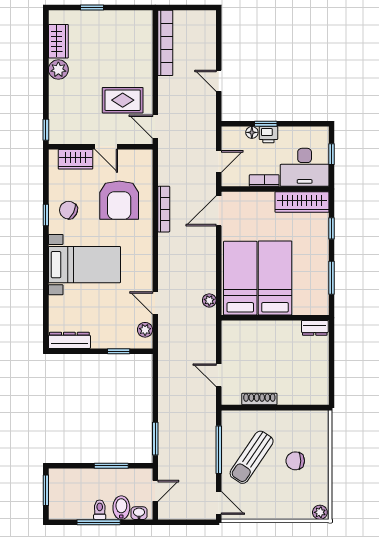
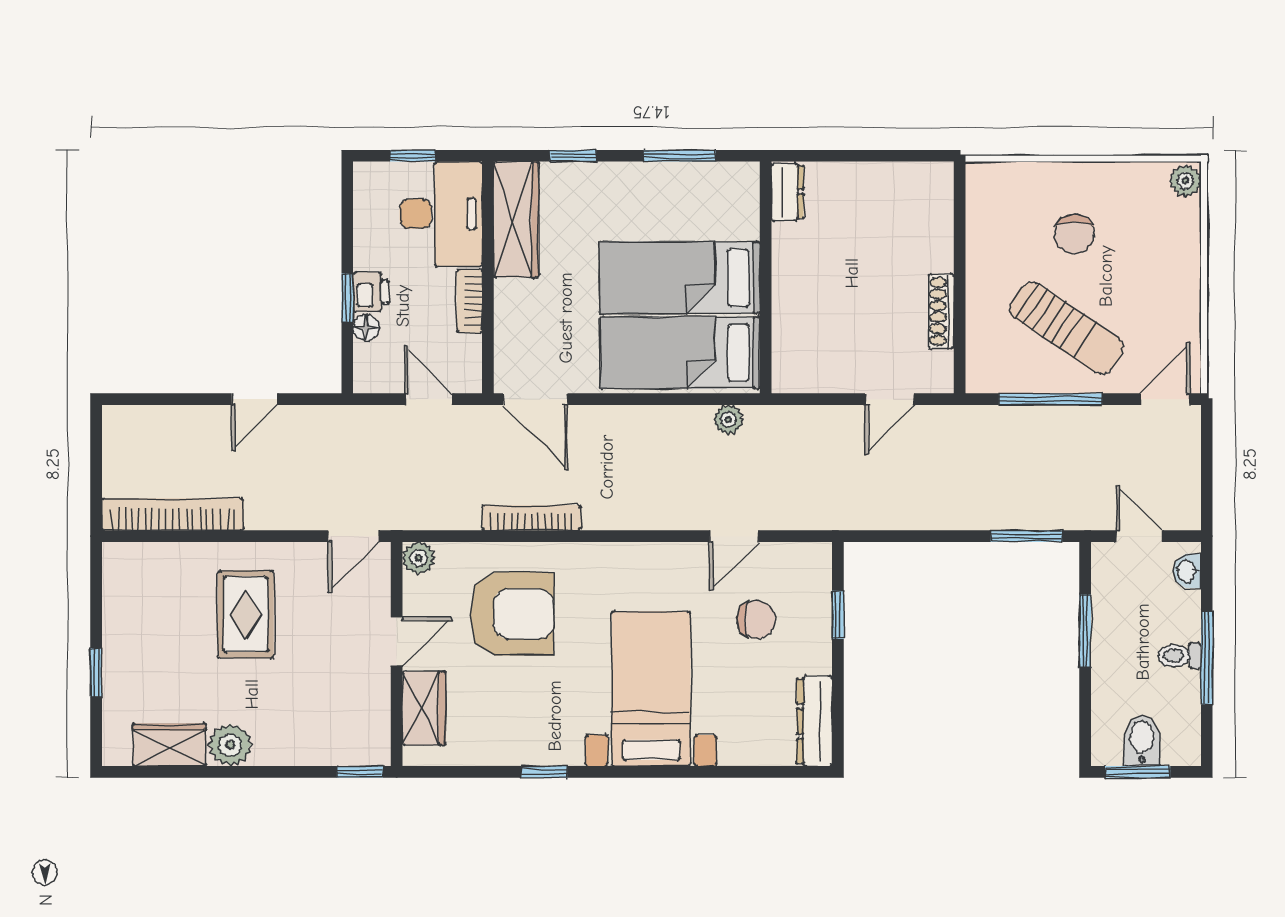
rug: (123, 100) -> (246, 614), moved
chair: (69, 210) -> (756, 620), moved, turned -116
plant: (145, 330) -> (419, 558), moved
bidet: (121, 508) -> (1142, 740), moved, turned 90

